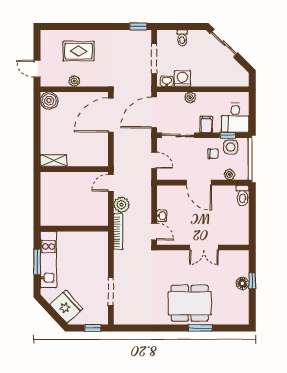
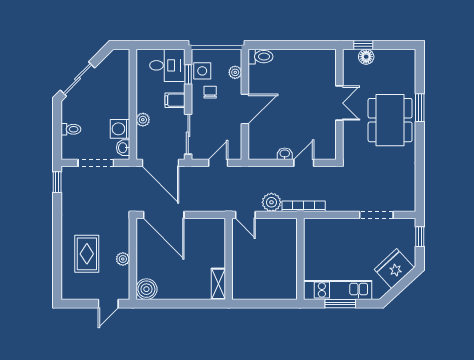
wall: (203, 248) -> (339, 104), moved
double door: (204, 248) -> (339, 103), moved

